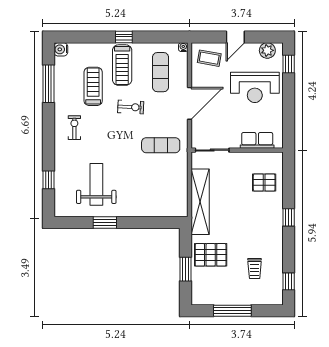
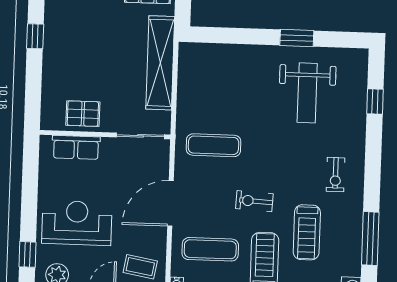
exercise mat: (160, 72) -> (210, 249), turned 90
pallet: (264, 182) -> (83, 114), moved

